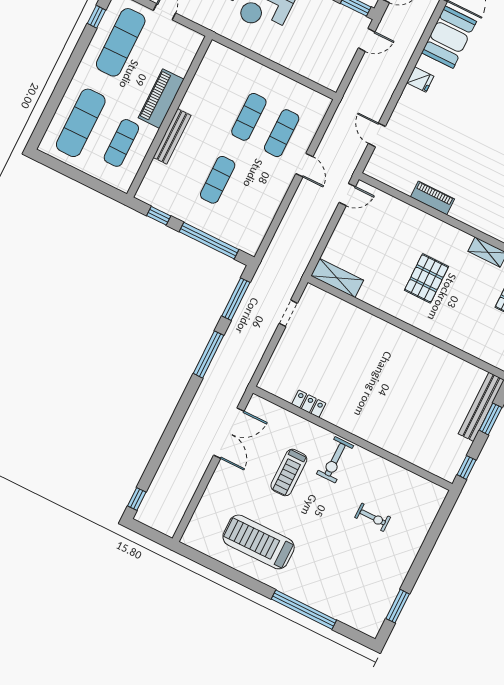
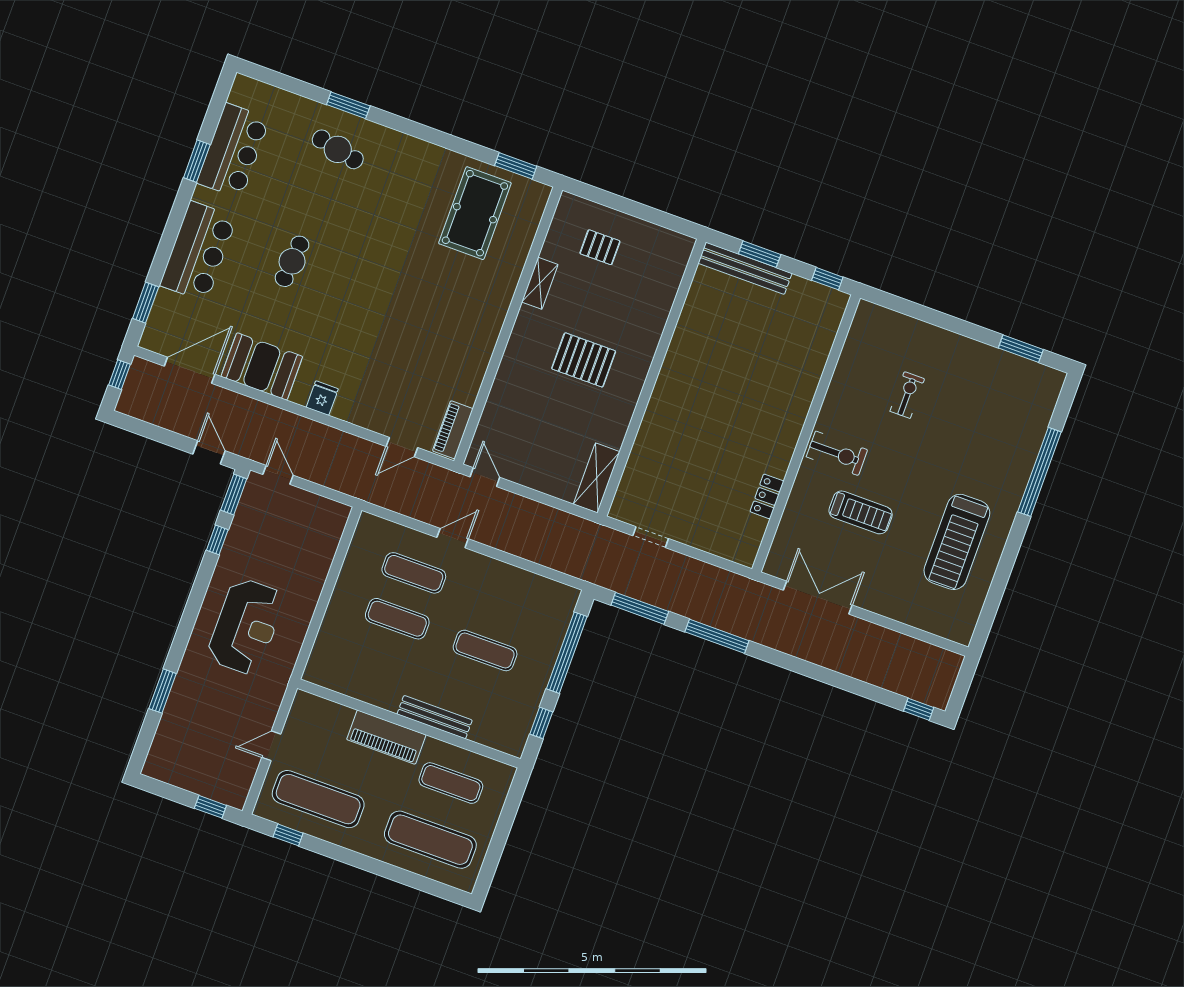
piano: (433, 198) -> (453, 430), moved

